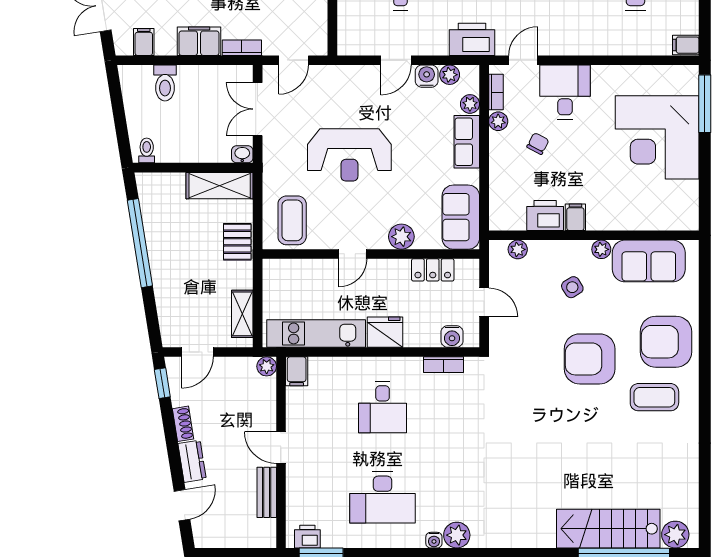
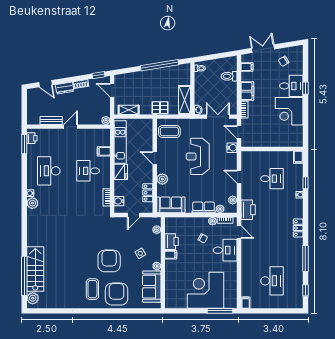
water cooler: (427, 76) -> (232, 148), moved
filing cabinet: (297, 371) -> (104, 151), moved

